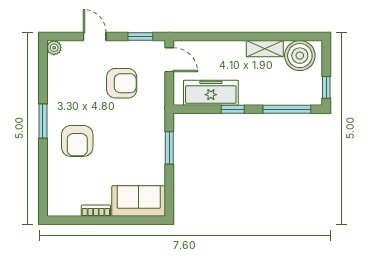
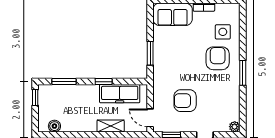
shelving: (265, 49) -> (111, 126), moved
boiler: (300, 56) -> (54, 126), width x0.54, depth x0.54
window: (287, 109) -> (64, 82), width x0.69
side table: (70, 177) -> (223, 32), added

